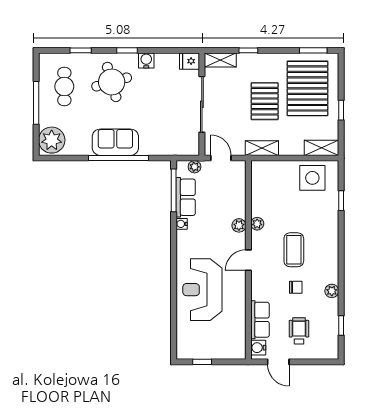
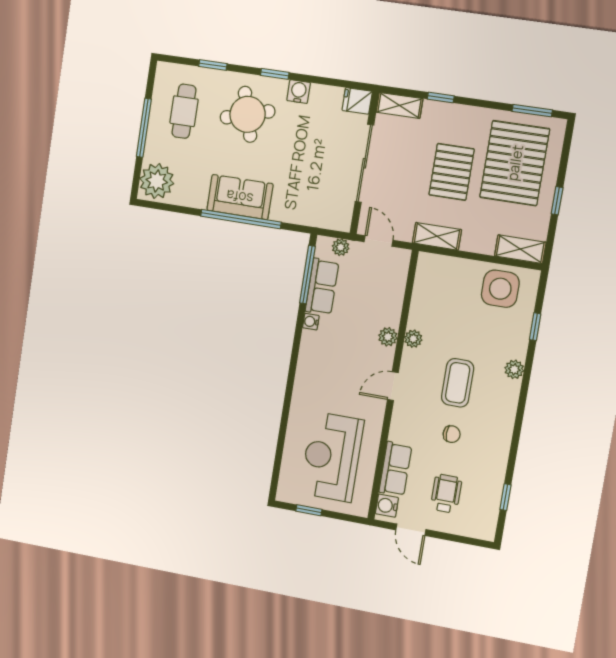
reception desk: (202, 290) -> (332, 457), moved
plant: (332, 291) -> (514, 369), moved

